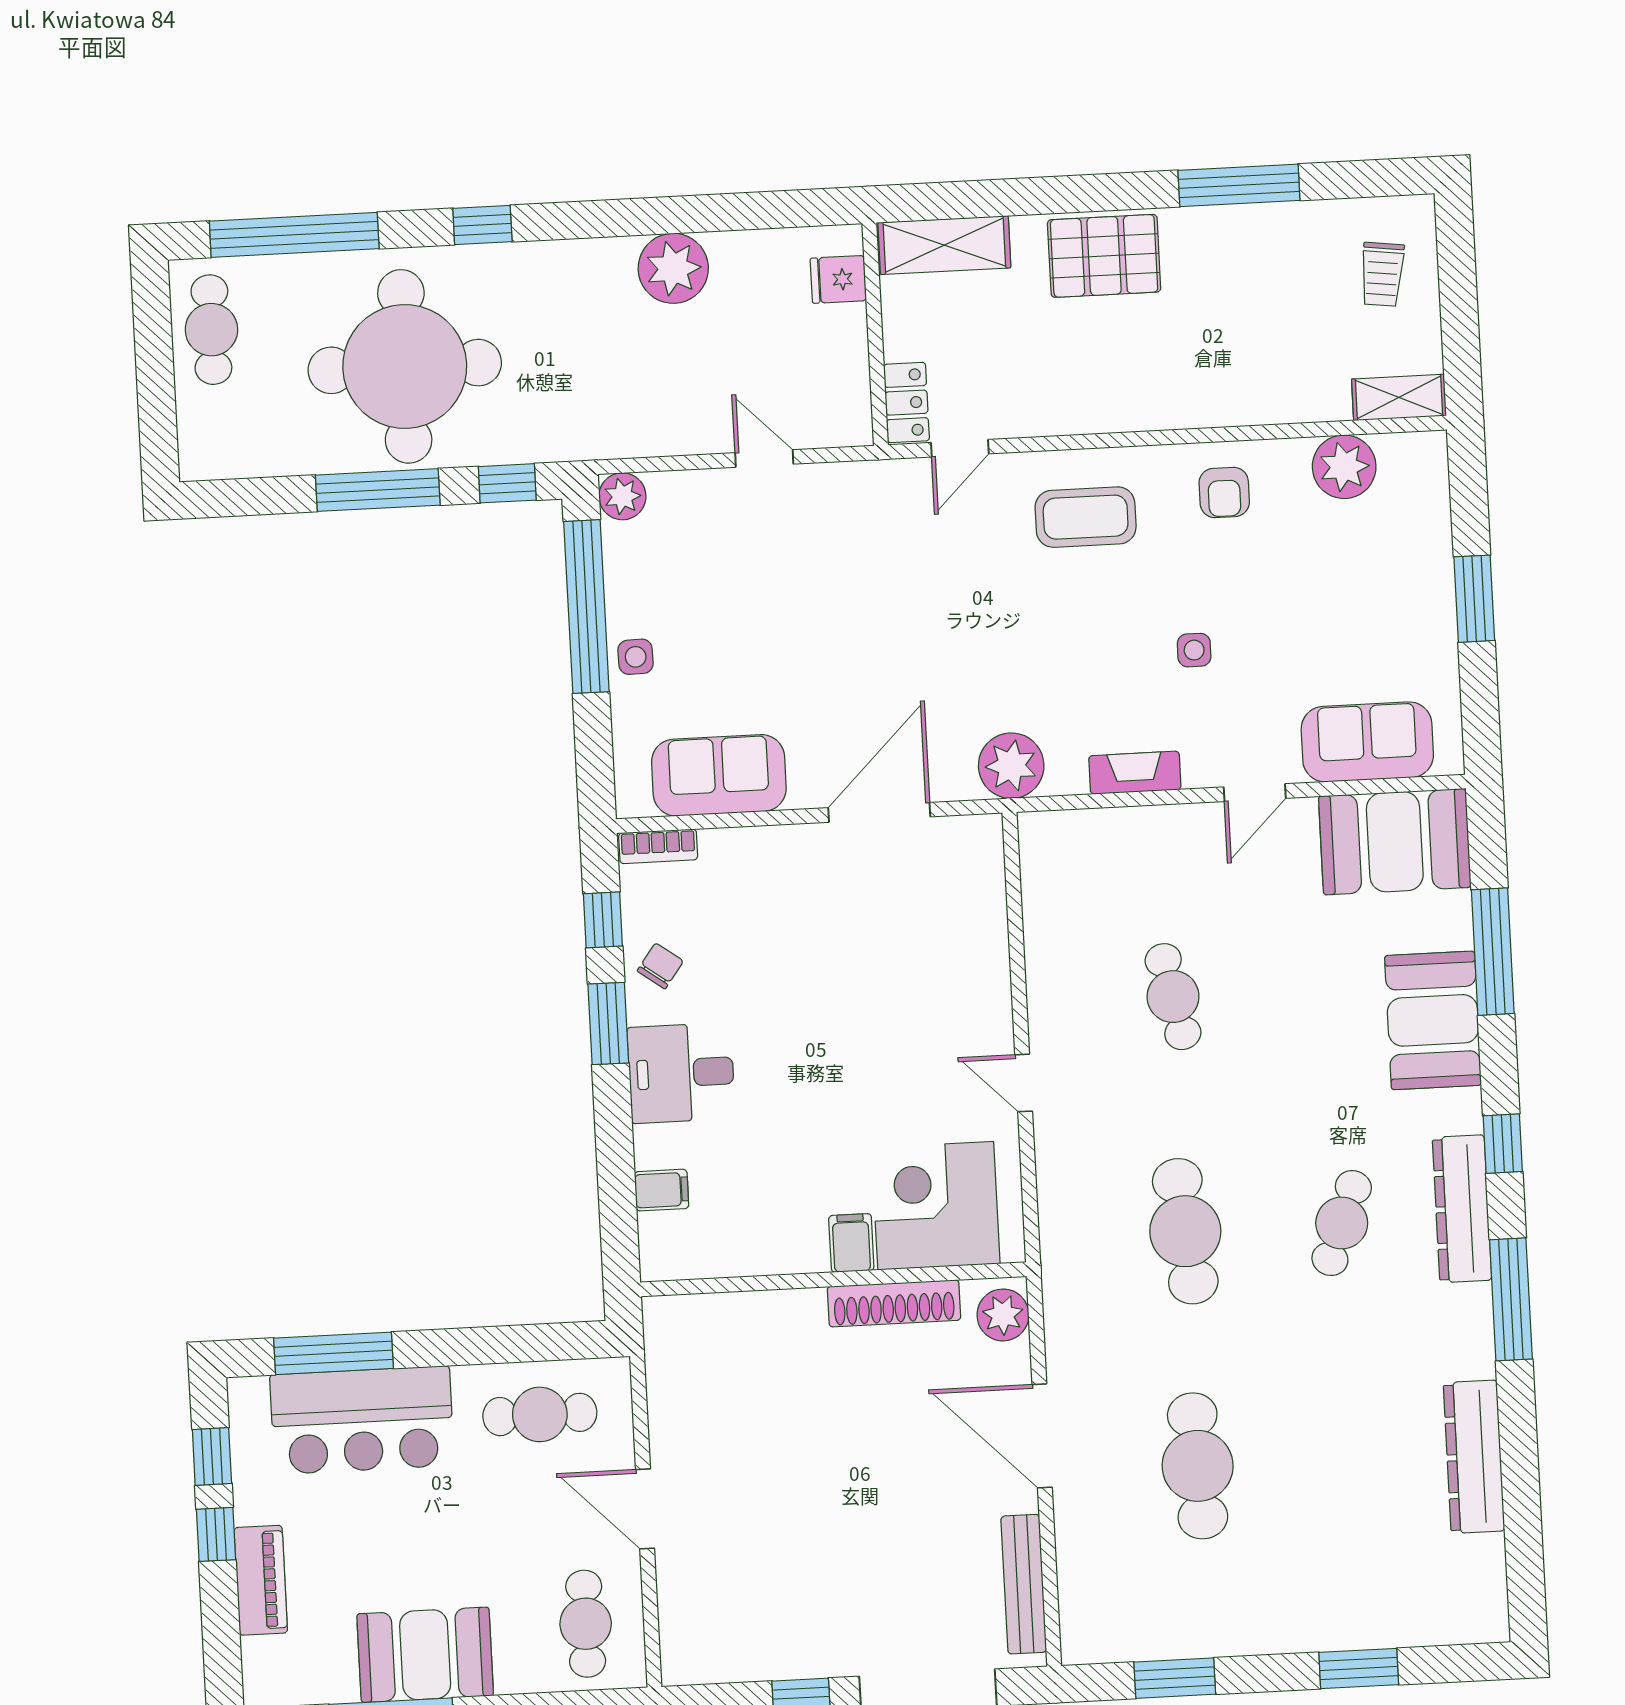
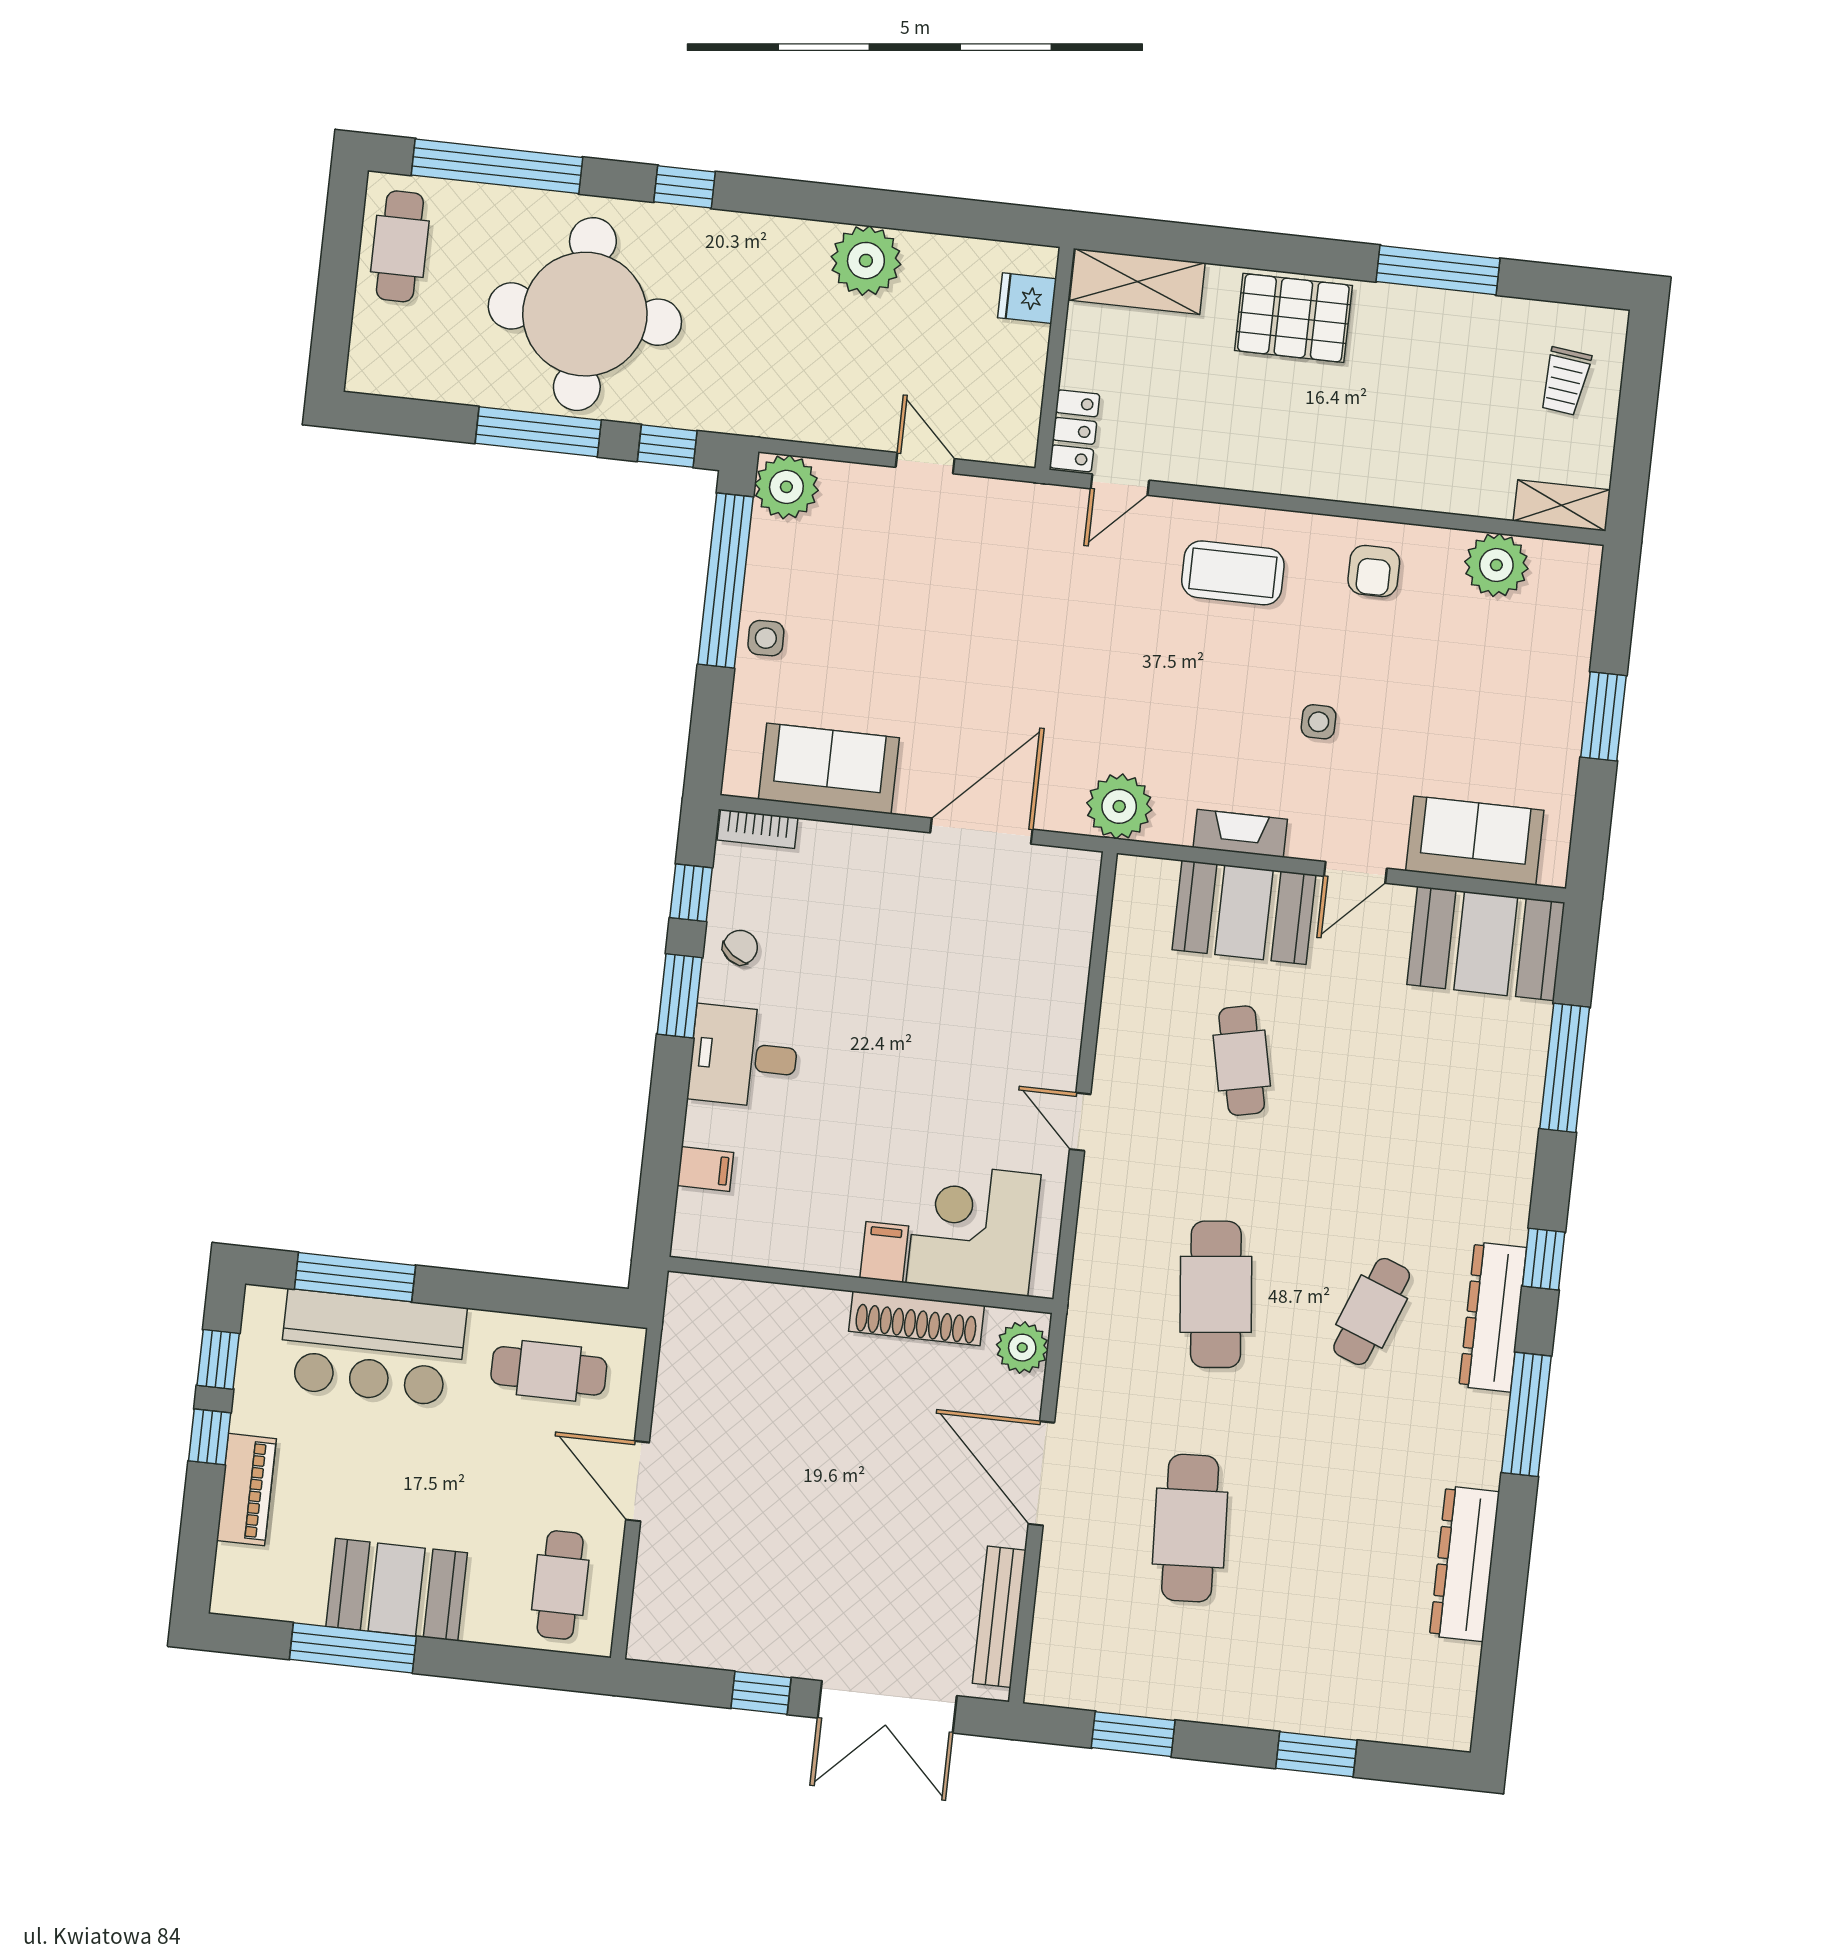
plant: (622, 496) -> (786, 487), width x1.36, depth x1.36
booth: (1433, 1020) -> (1244, 912), moved, turned 90

